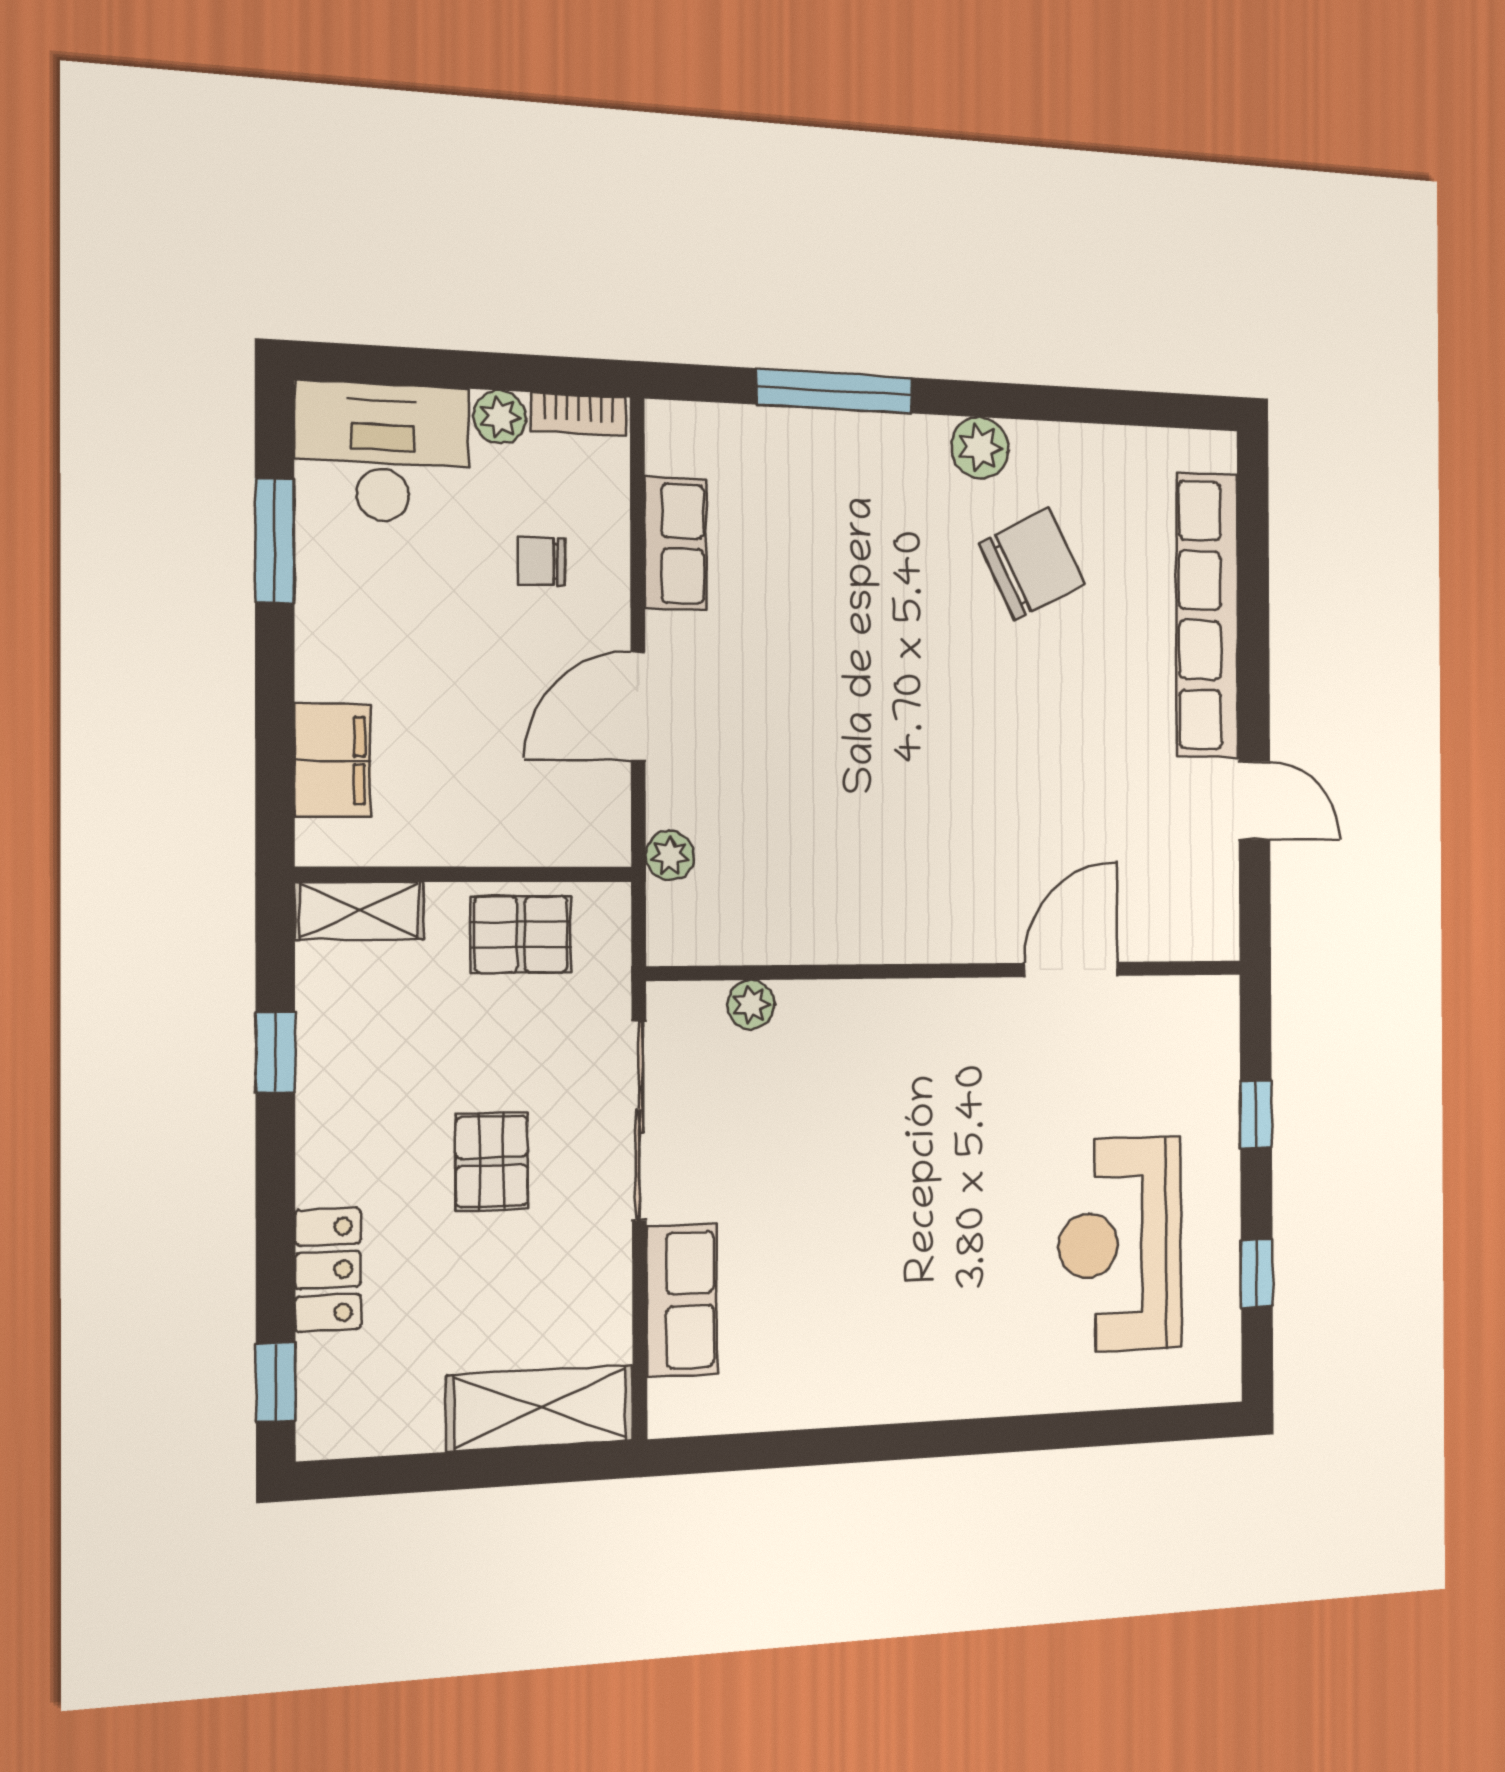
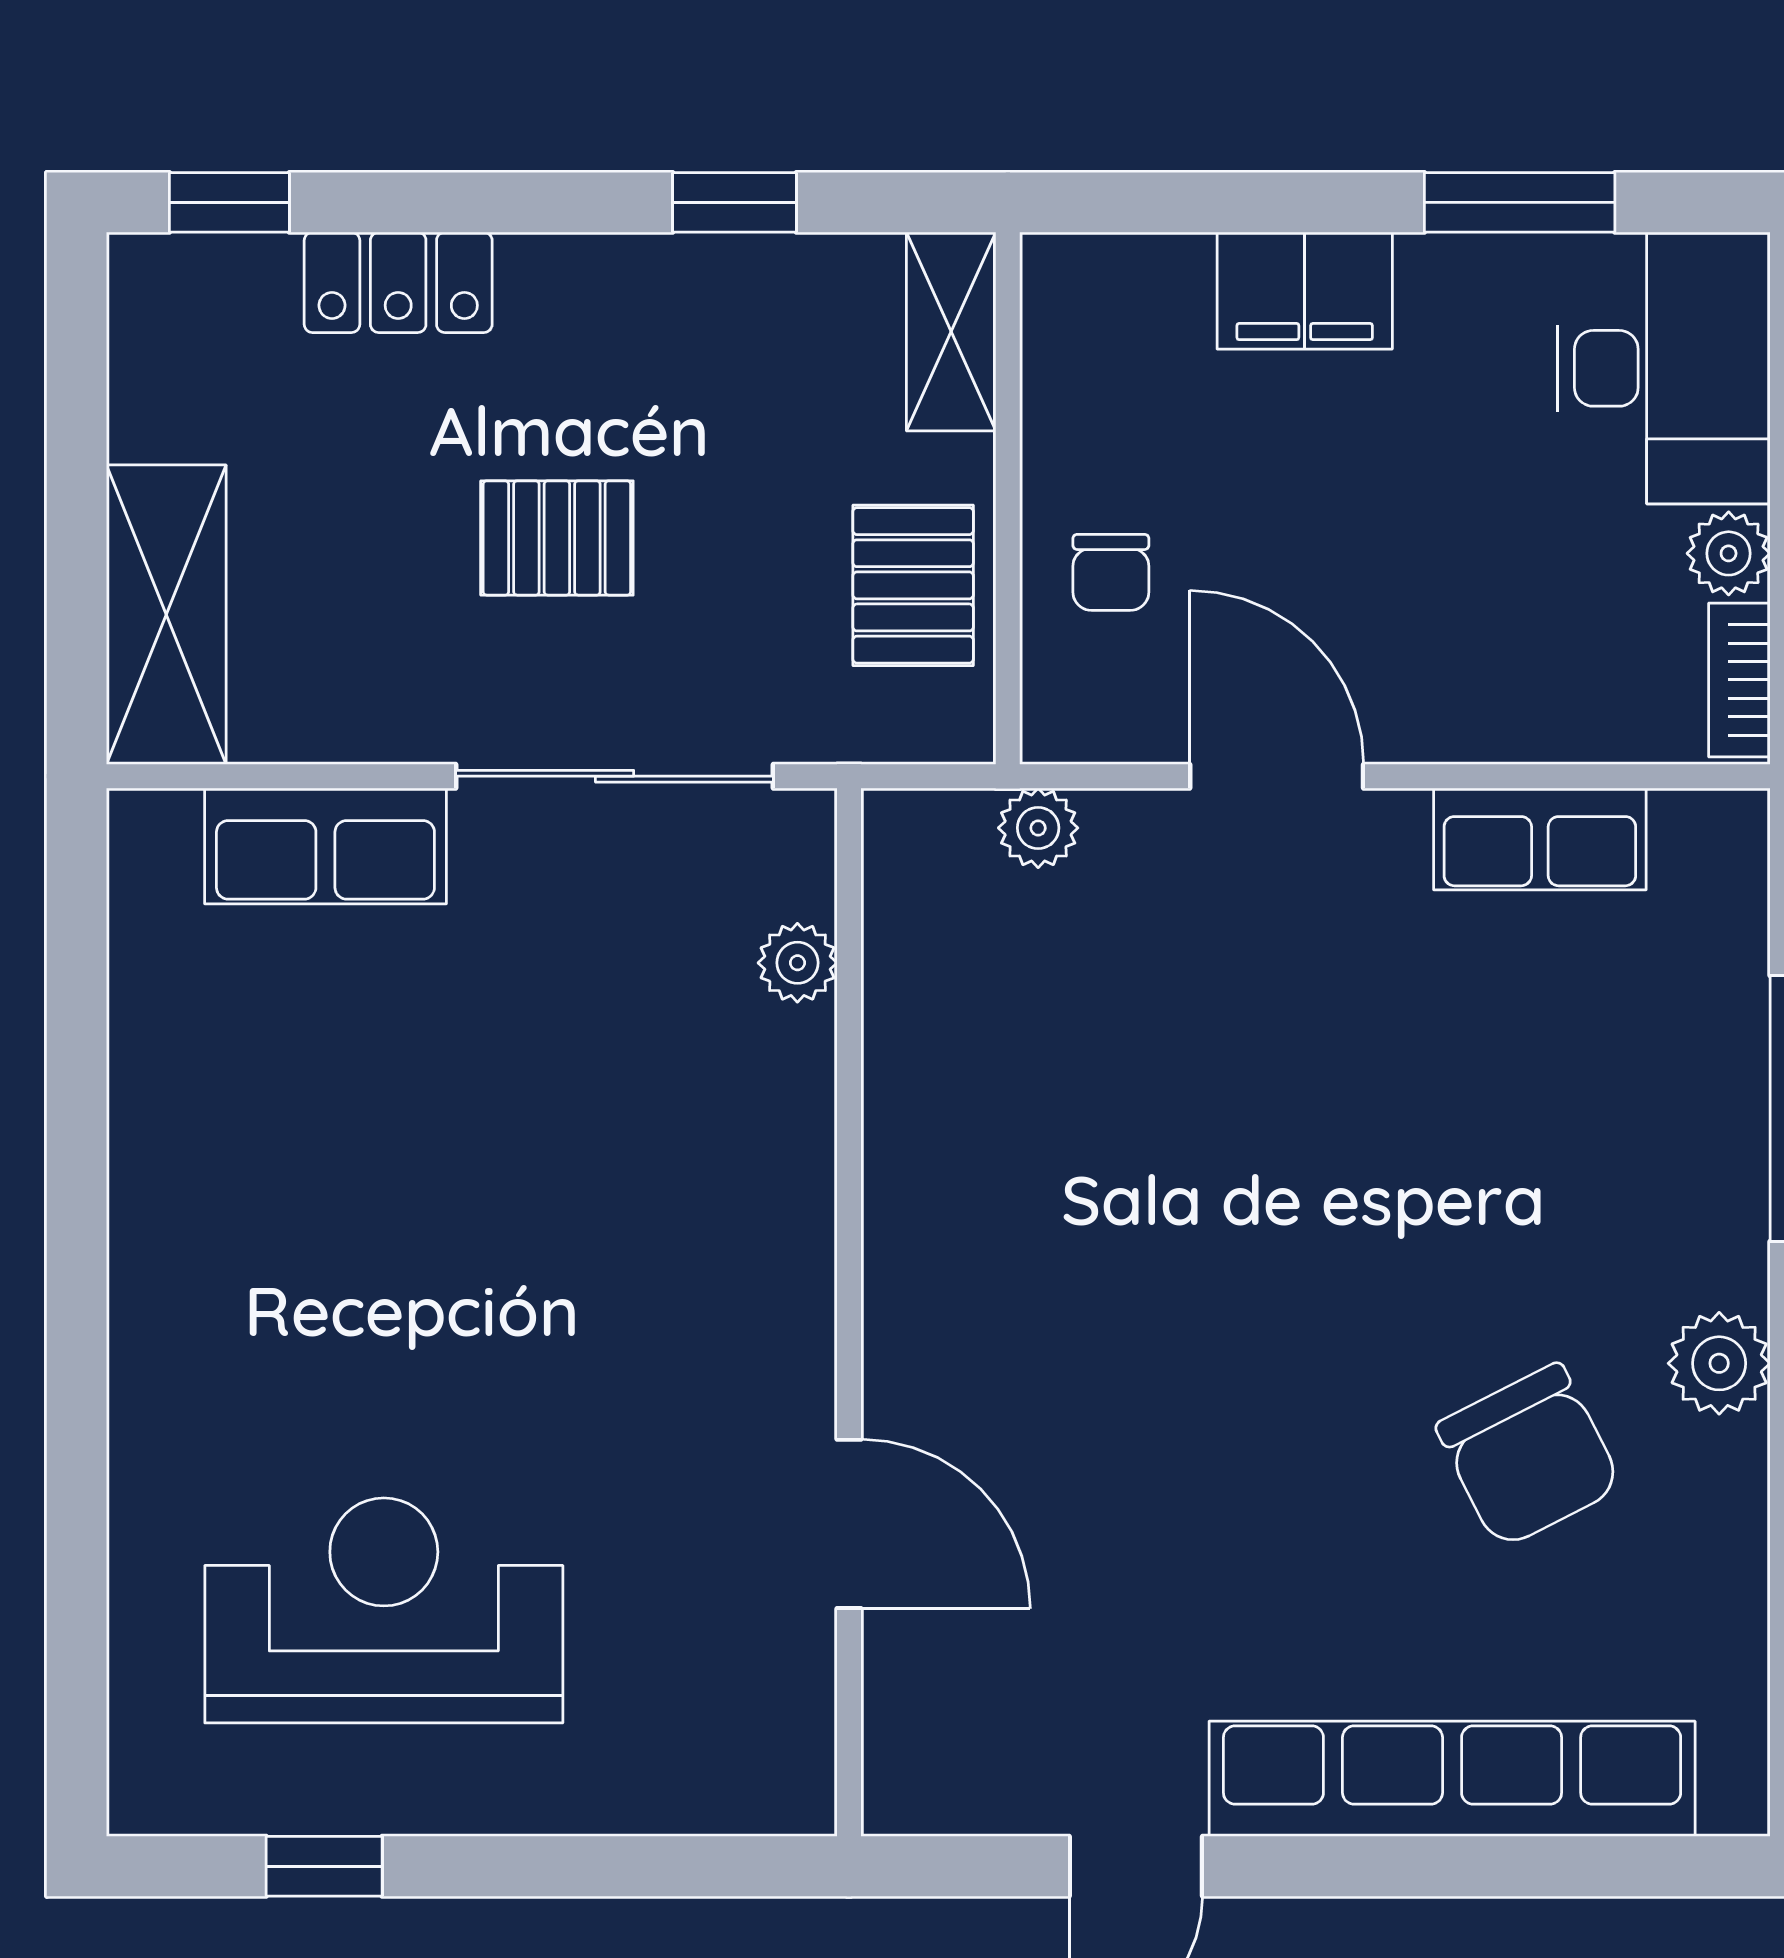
chair: (541, 561) -> (1111, 572), moved, turned 180
filing cabinet: (333, 760) -> (1305, 291), moved
window: (1256, 1114) -> (597, 1866), removed

